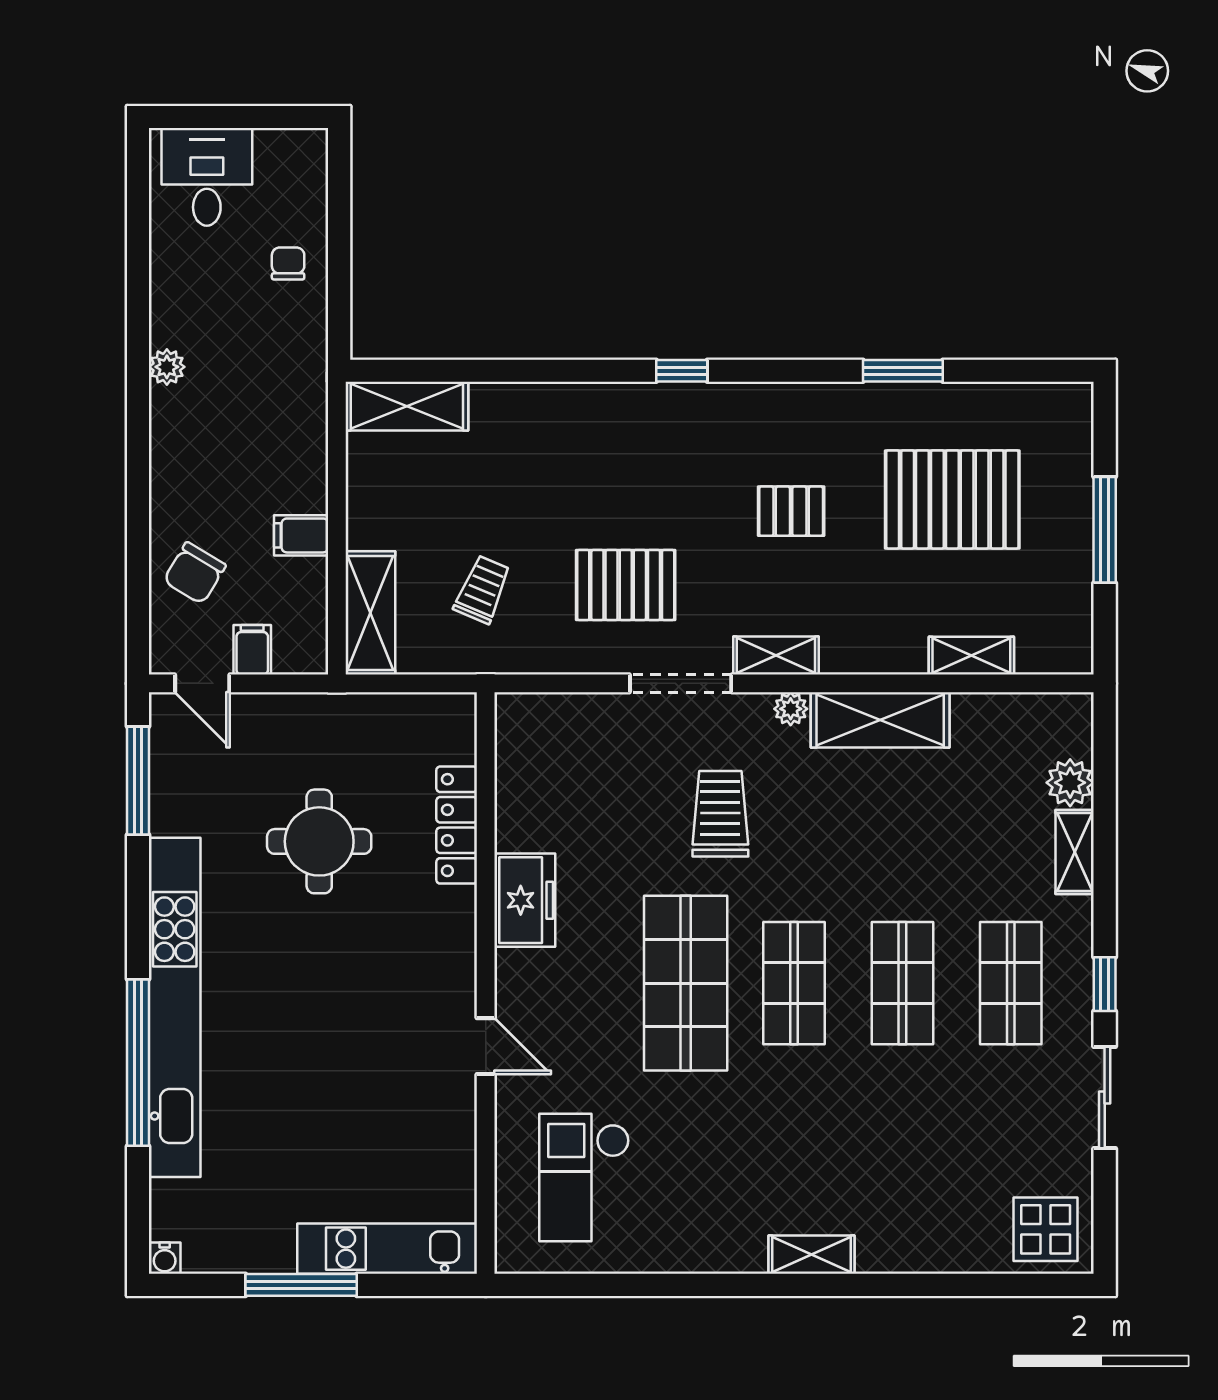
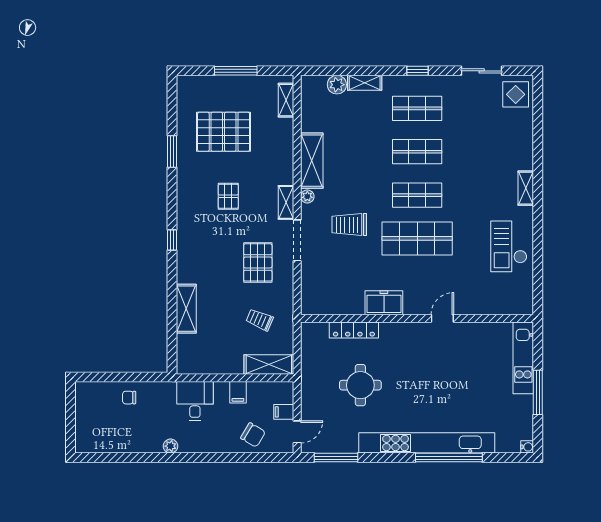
desk: (207, 177) -> (195, 401), moved, turned 90
shelving: (407, 406) -> (186, 309), moved
pallet: (952, 499) -> (224, 132), turned 90
shelving: (971, 656) -> (286, 100), moved
sliding door: (1105, 1098) -> (482, 71), moved
checkout: (584, 1178) -> (509, 246), moved, turned 90

